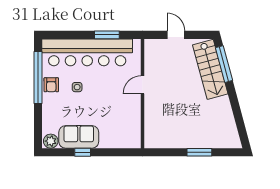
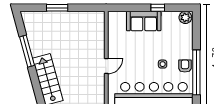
window: (224, 64) -> (27, 51), moved
sofa: (79, 137) -> (144, 21), moved

